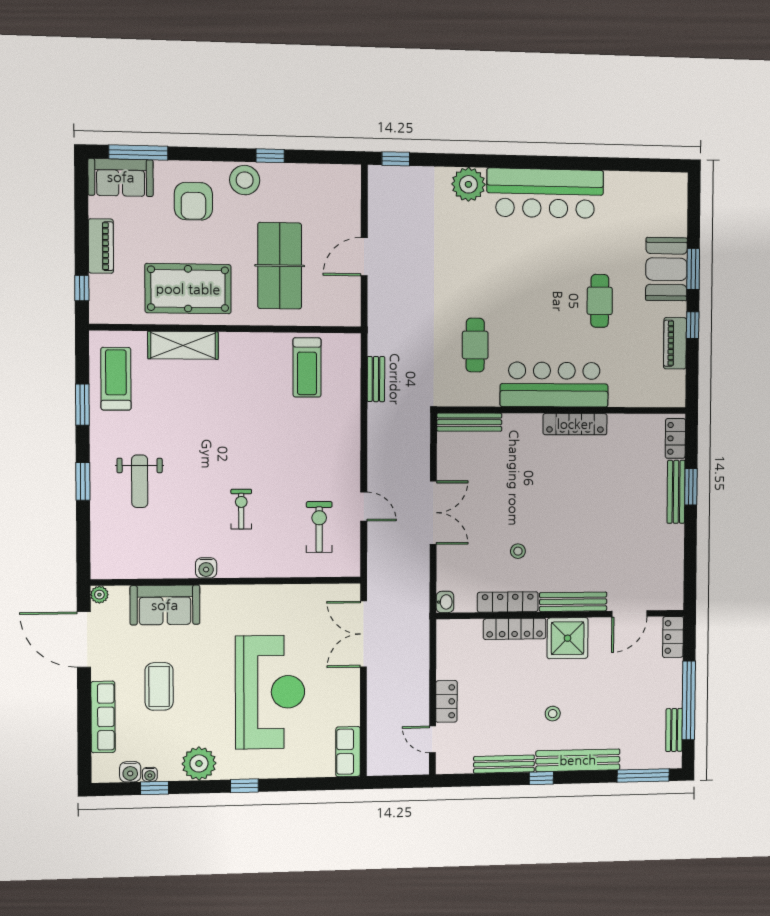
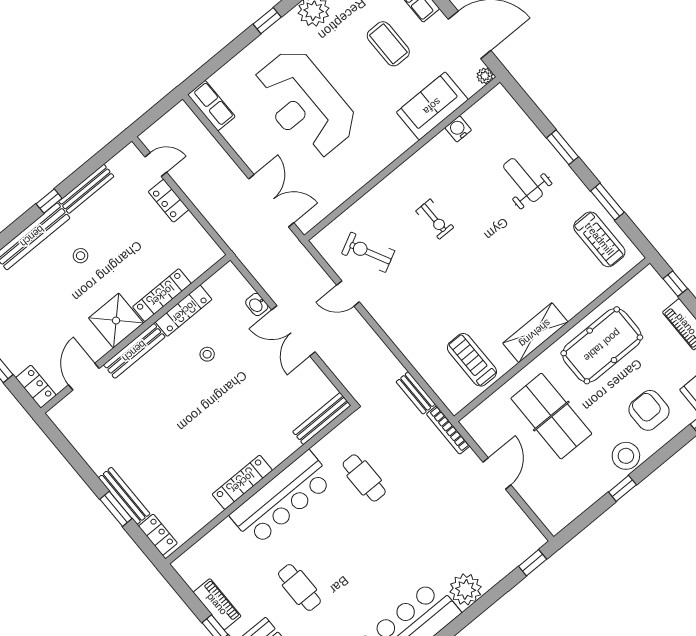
bookcase: (375, 326) -> (448, 430), added
shelving: (183, 345) -> (535, 333), moved
exercise bike: (319, 527) -> (368, 252), turned 153
water cooler: (206, 568) -> (458, 129), moved
washbasin: (445, 602) -> (257, 304), moved

